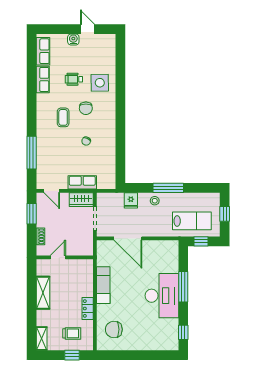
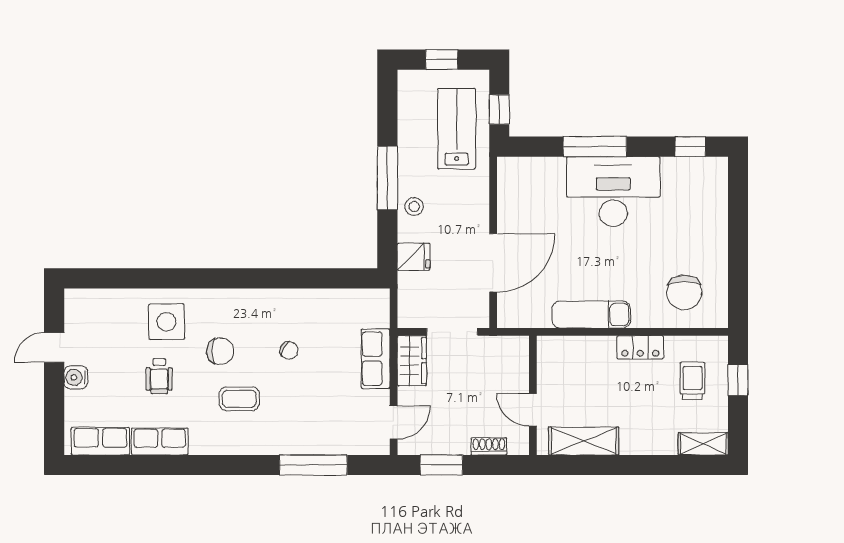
shelving: (43, 293) -> (584, 441), moved

